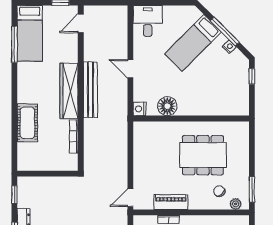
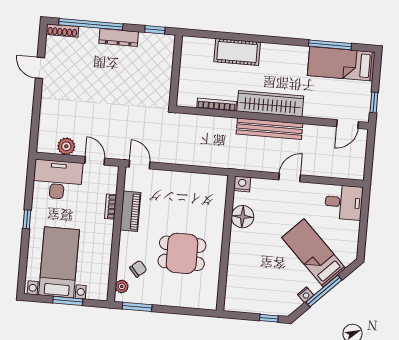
door: (81, 23) -> (348, 124), swing flipped
dining table: (203, 155) -> (182, 253), width x0.73

